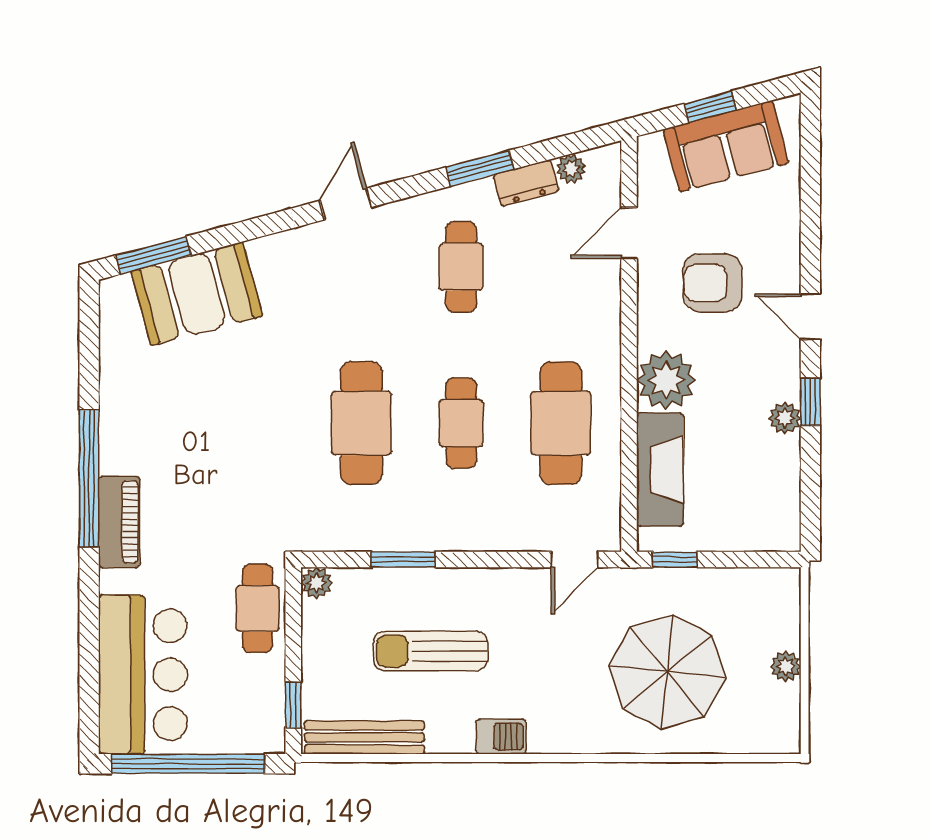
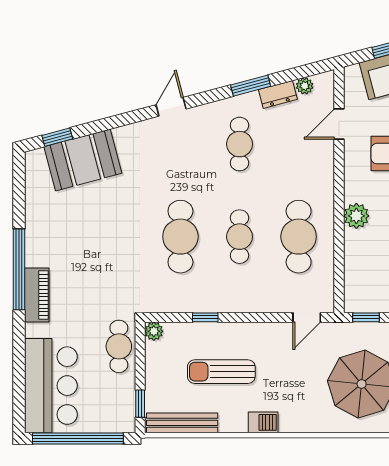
window: (154, 255) -> (57, 137), width x0.67
plant: (666, 380) -> (356, 216), width x0.73, depth x0.73
fireplace: (660, 470) -> (357, 264), removed
window: (403, 560) -> (205, 317), width x0.67

